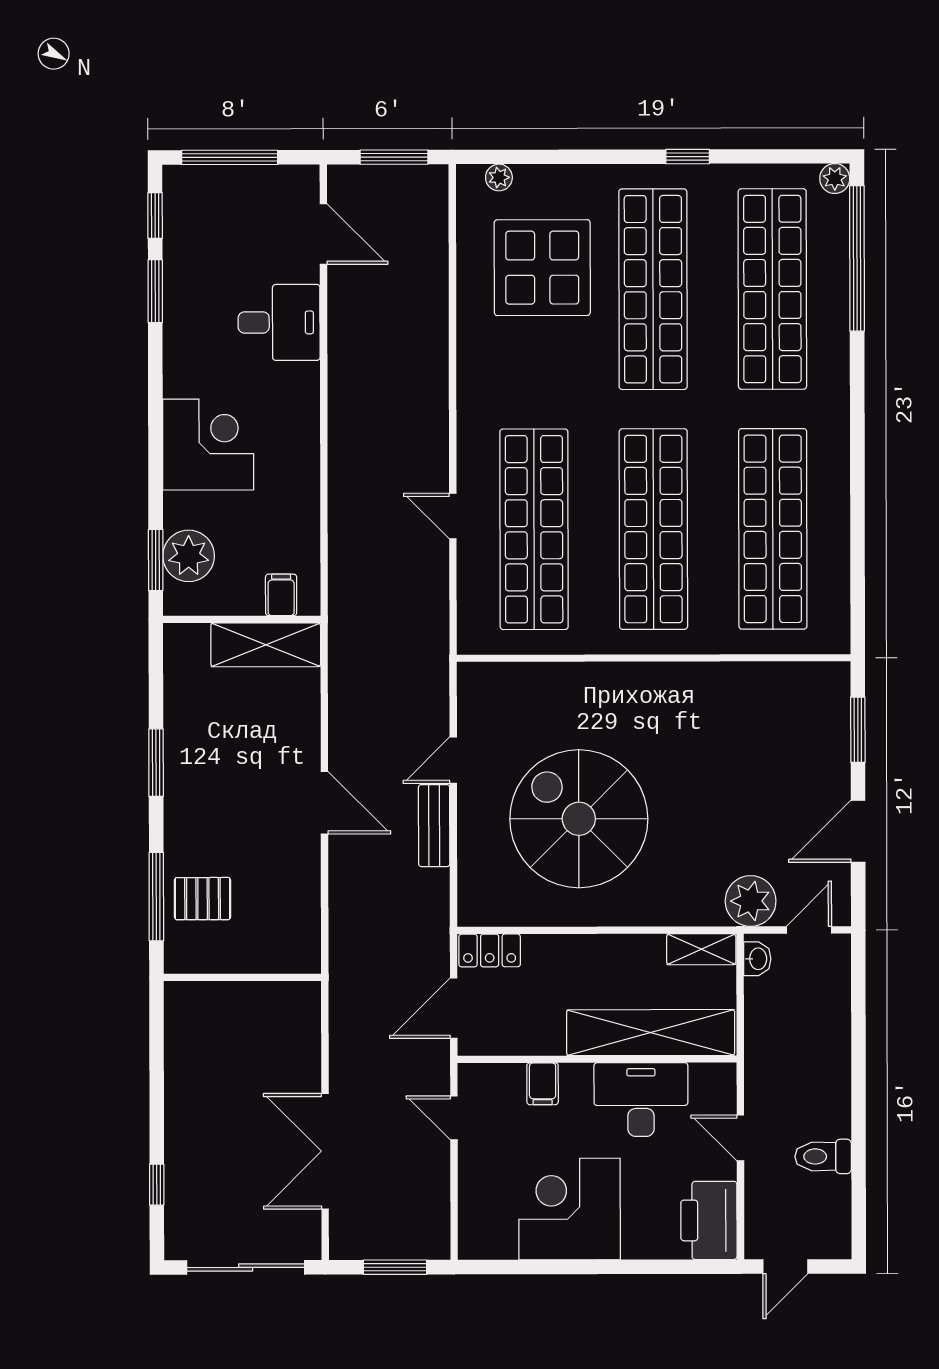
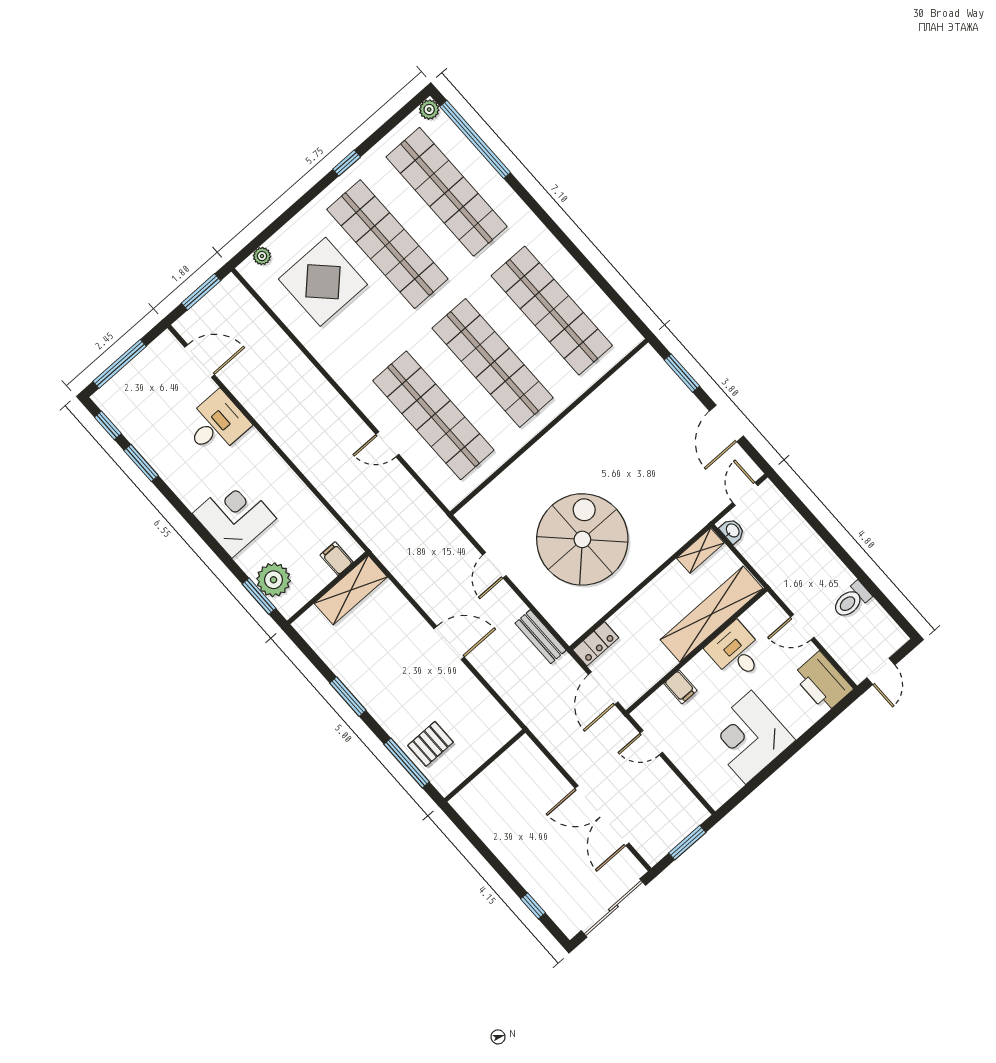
spiral stairs: (579, 819) -> (582, 539), turned 90
bench: (434, 826) -> (541, 637), moved
plant: (751, 901) -> (704, 505), removed
desk: (641, 1100) -> (736, 652), width x0.73

